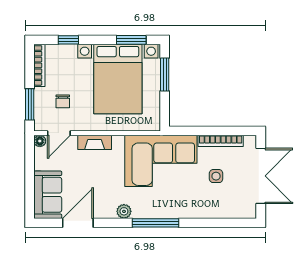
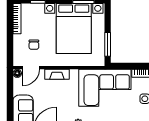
window: (165, 75) -> (108, 44), moved
window: (30, 104) -> (10, 47), removed

